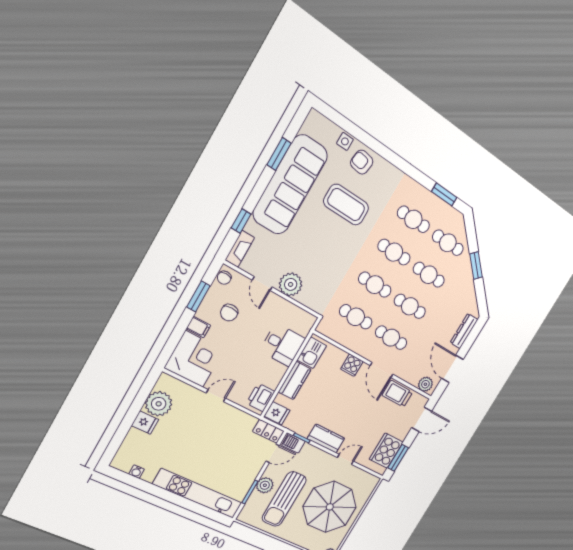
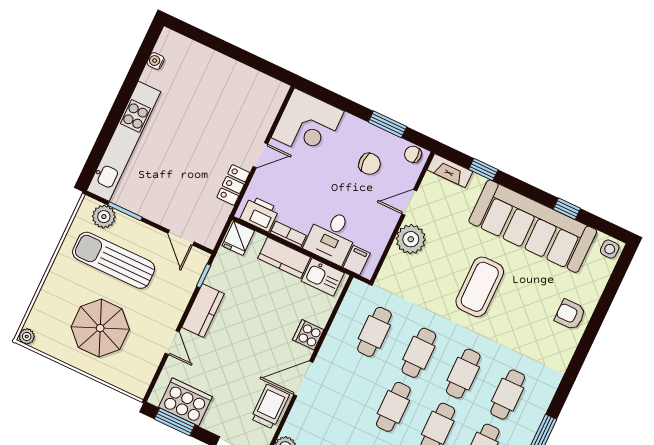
side table: (345, 141) -> (610, 249), moved
window: (279, 154) -> (567, 209), width x0.67
armchair: (362, 162) -> (570, 315), turned -98
coffee table: (346, 205) -> (480, 287), moved
chair: (229, 313) -> (370, 164), turned 180
filing cabinet: (198, 327) -> (357, 260), moved, turned 180
cafe table: (391, 338) -> (349, 386), removed
bookcase: (278, 377) -> (288, 234), added
door: (216, 396) -> (260, 155), hinge flipped
plant: (159, 404) -> (248, 84), removed
fridge: (145, 423) -> (222, 68), removed
locker: (268, 431) -> (233, 185), moved
barbecue: (293, 443) -> (196, 265), removed
plant: (265, 485) -> (104, 217), moved
parasol: (330, 507) -> (100, 328), width x0.73, depth x0.73

